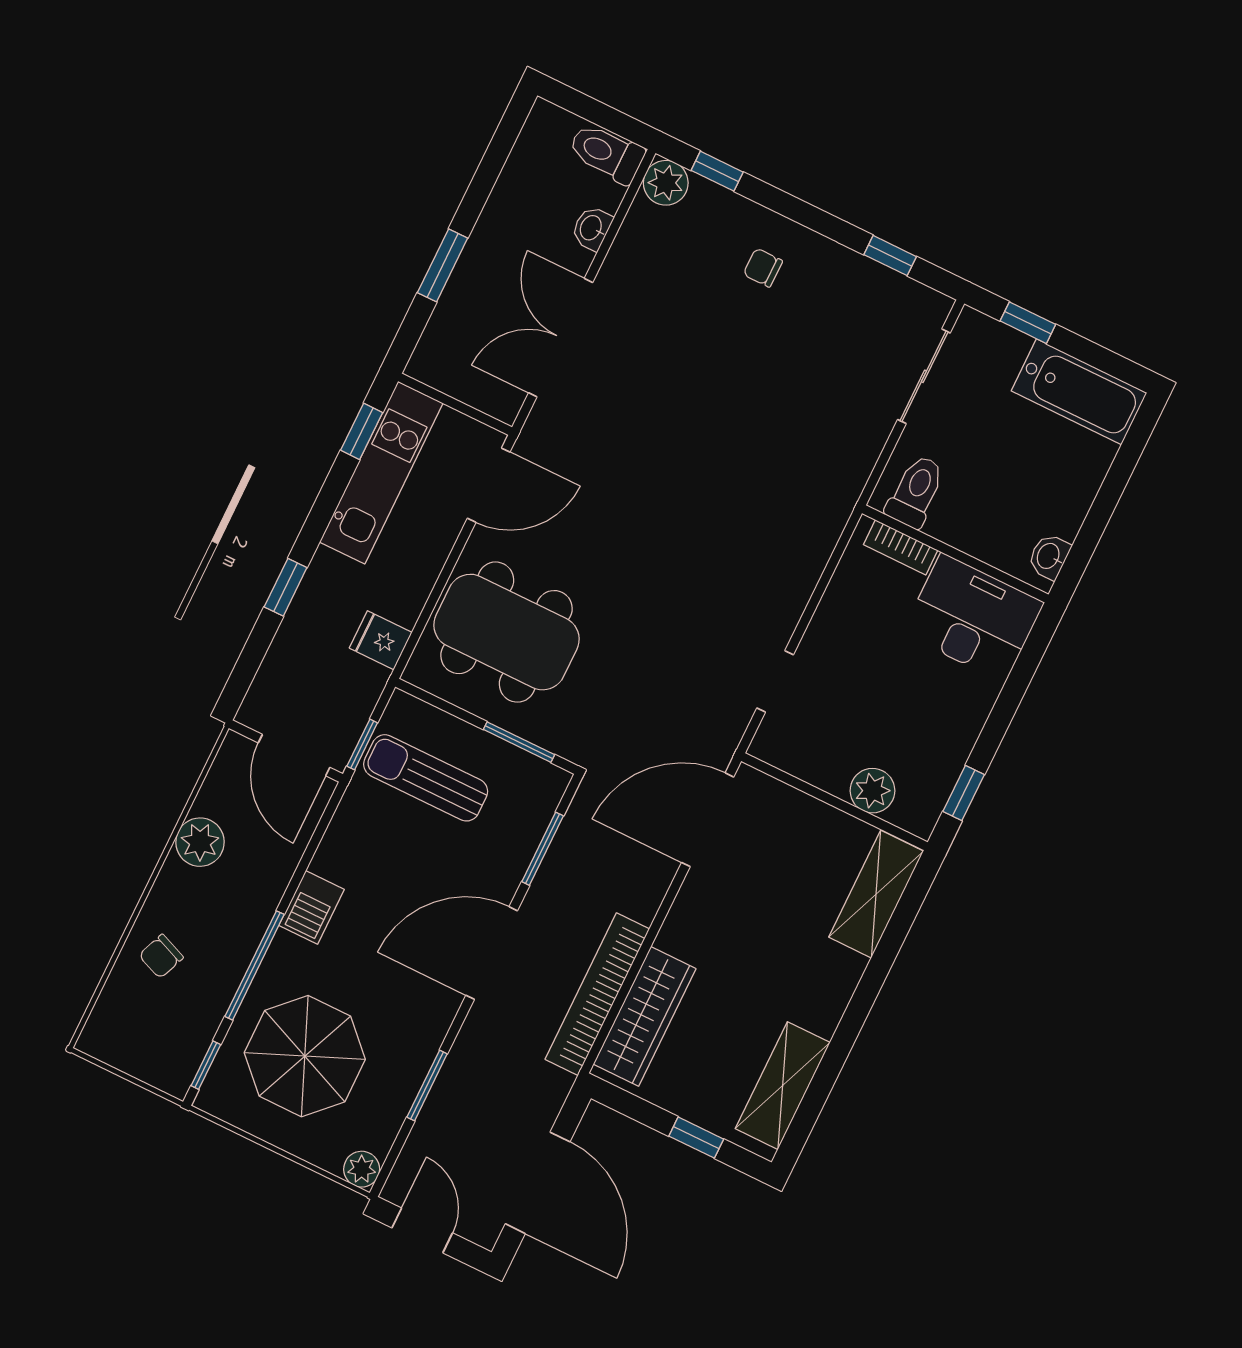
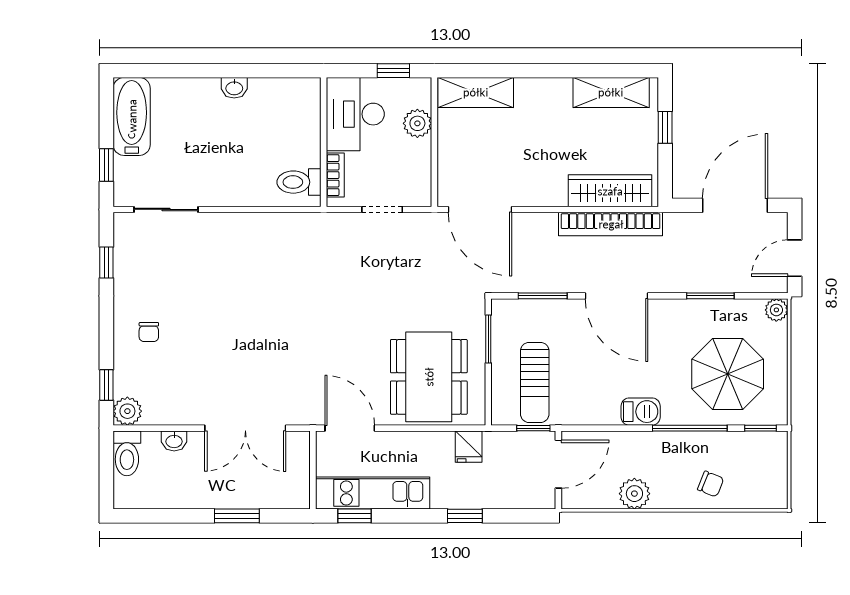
toilet: (916, 491) -> (299, 182), moved
bookcase: (901, 547) -> (335, 175), moved
wall: (955, 554) -> (324, 142), moved
desk: (973, 618) -> (355, 114), moved

